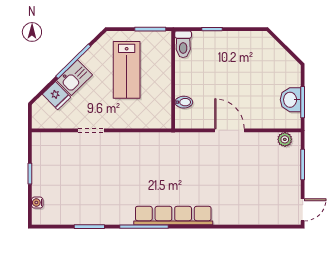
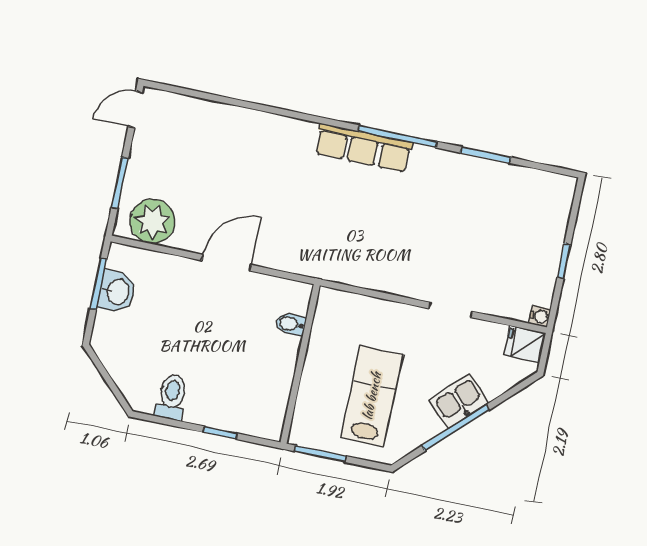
toilet: (183, 44) -> (172, 397), moved
fridge: (56, 96) -> (525, 344), moved, turned -46
door: (229, 130) -> (226, 263), swing flipped
plant: (285, 139) -> (152, 221), width x1.88, depth x1.88
water cooler: (37, 203) -> (540, 316), moved
row of seats: (173, 216) -> (363, 148), width x0.73

